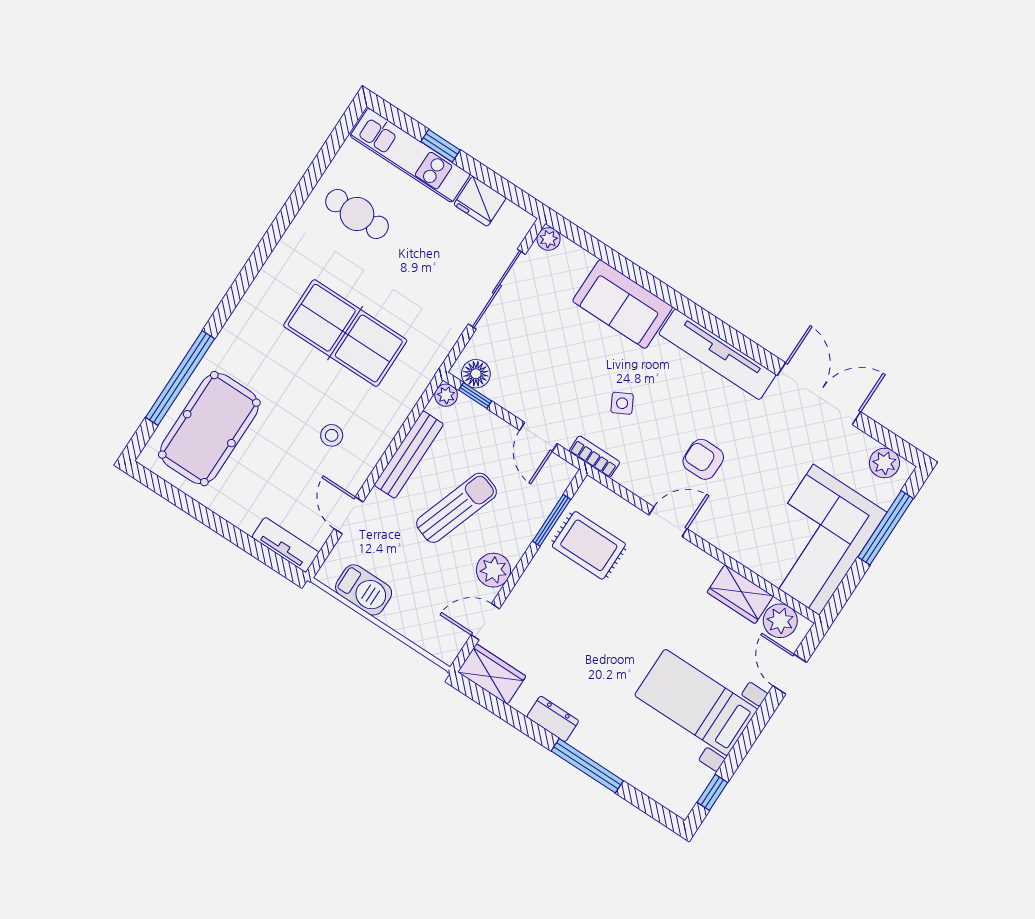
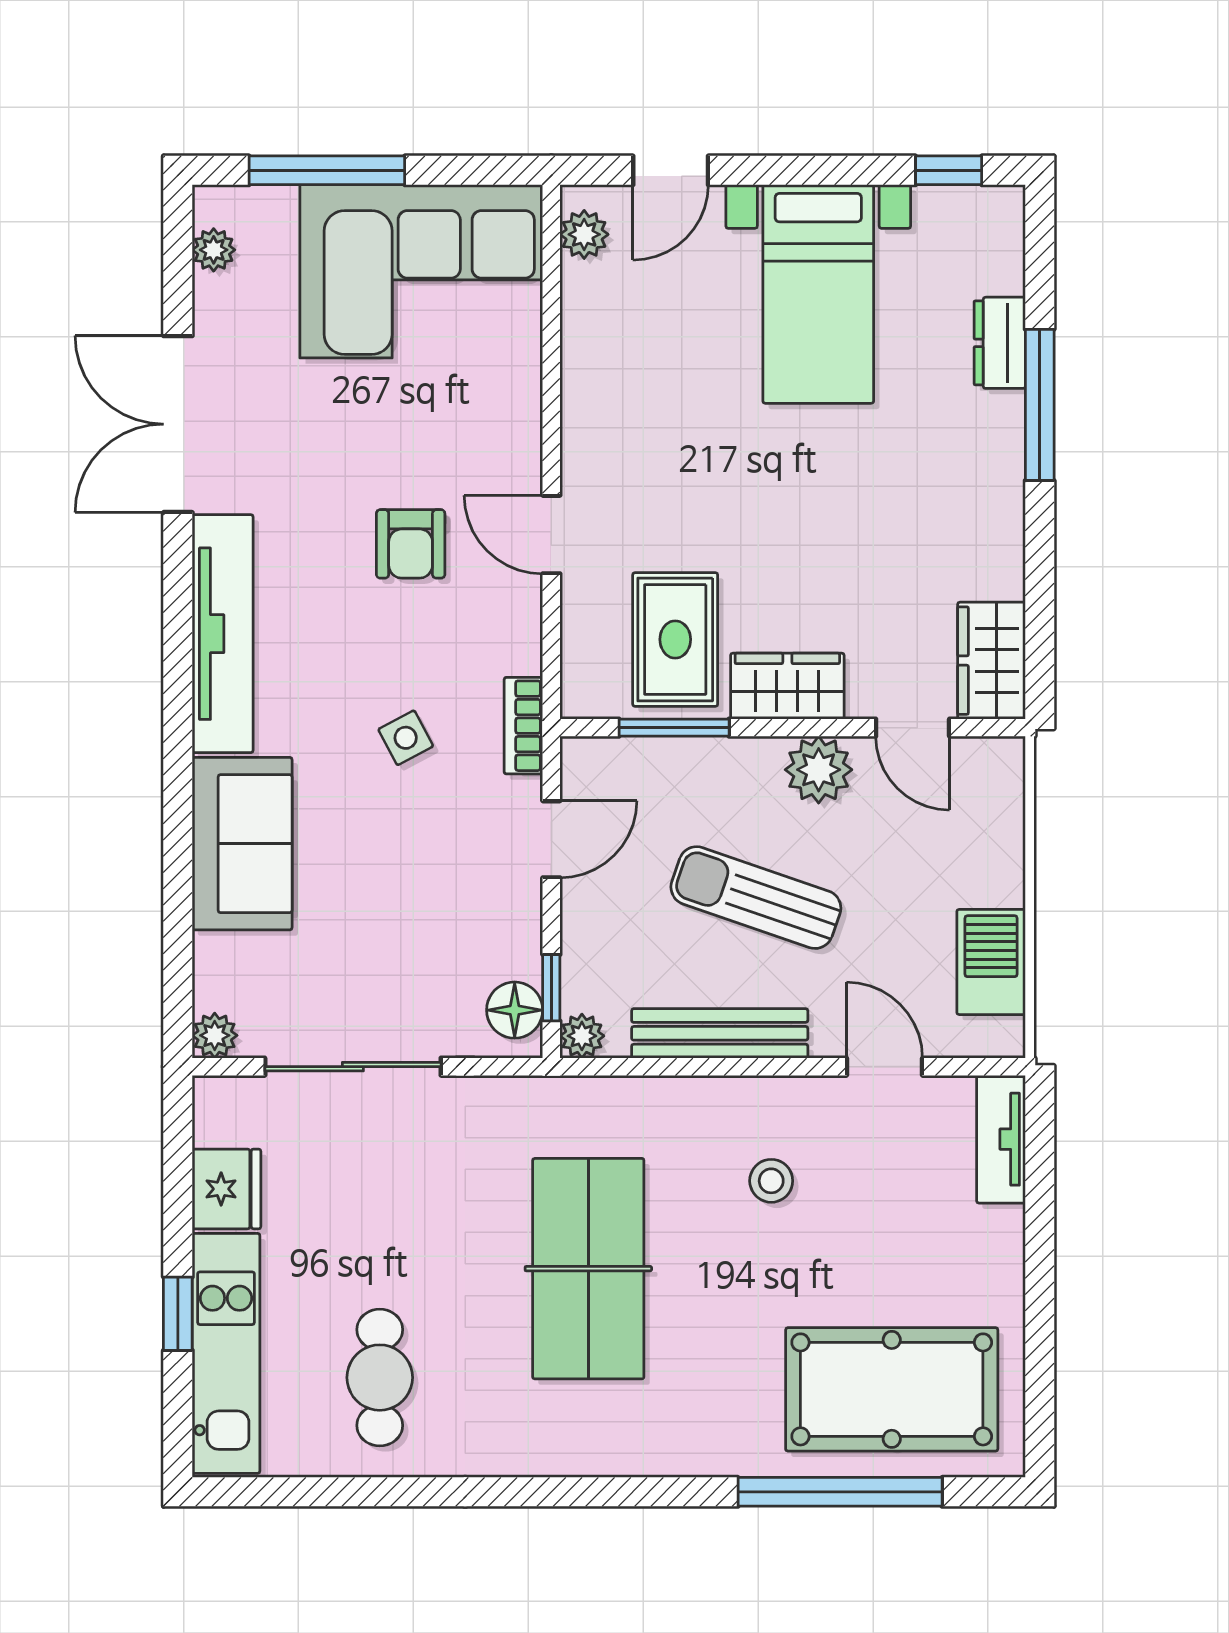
plant: (884, 463) -> (214, 250), width x0.73, depth x0.73
door: (349, 515) -> (885, 1067), swing flipped
wardrobe: (740, 594) -> (787, 686), moved, turned -90
plant: (780, 621) -> (584, 234), width x0.73, depth x0.73
dresser: (553, 719) -> (1000, 343), moved

